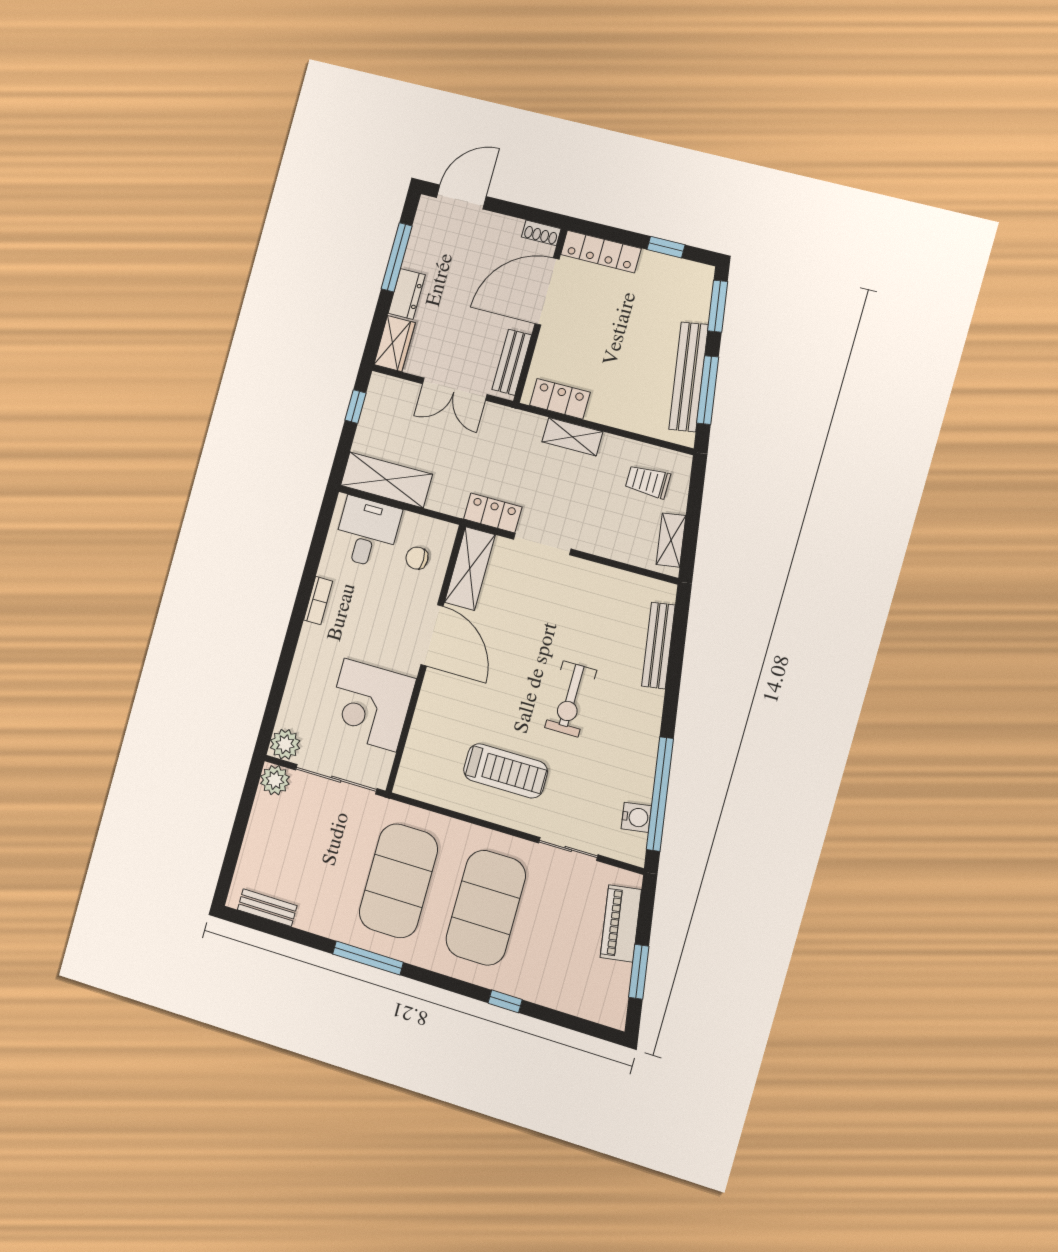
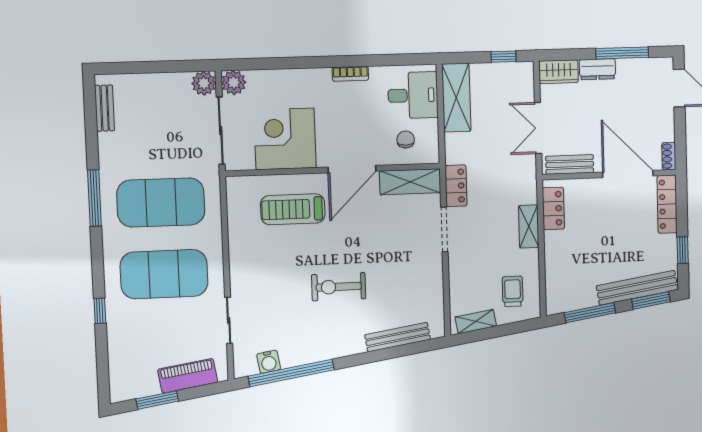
bench: (689, 377) -> (637, 288), moved
treadmill: (505, 771) -> (293, 209), moved, turned 90

